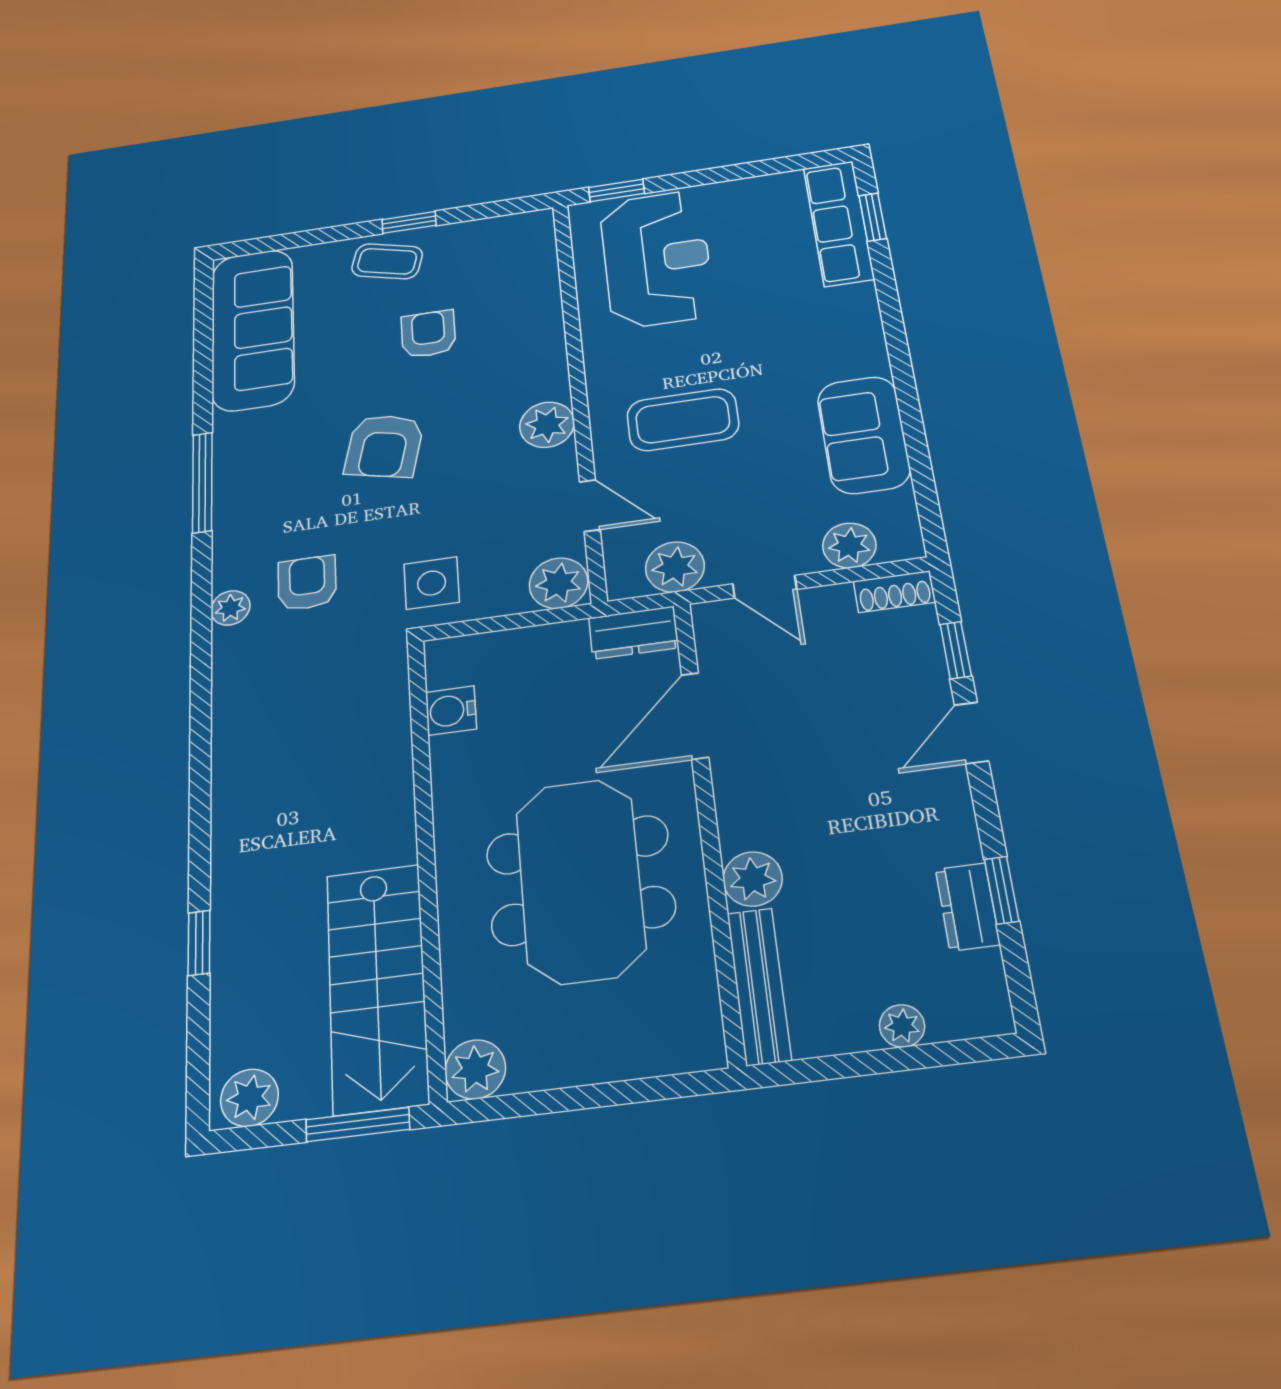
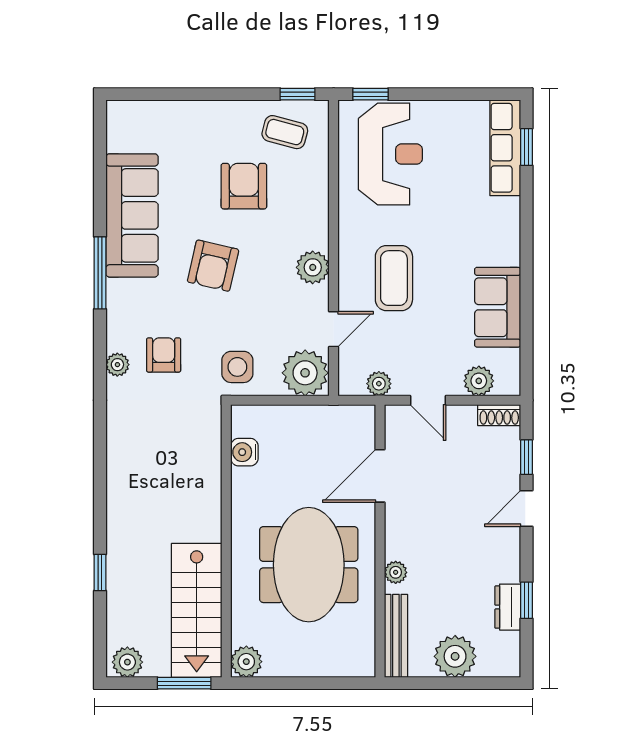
window: (409, 222) -> (297, 94), moved
coffee table: (387, 261) -> (285, 132), moved
sofa: (253, 329) -> (132, 215), moved
armchair: (428, 334) -> (244, 186), width x1.38, depth x1.38
coffee table: (683, 420) -> (394, 278), turned 90
door: (590, 506) -> (334, 329), hinge flipped
plant: (675, 567) -> (379, 384), width x0.73, depth x0.73
plant: (559, 583) -> (305, 373), width x1.36, depth x1.36
dresser: (634, 633) -> (351, 418), removed
plant: (753, 879) -> (396, 572), width x0.73, depth x0.73
plant: (902, 1026) -> (455, 656), width x1.88, depth x1.88

